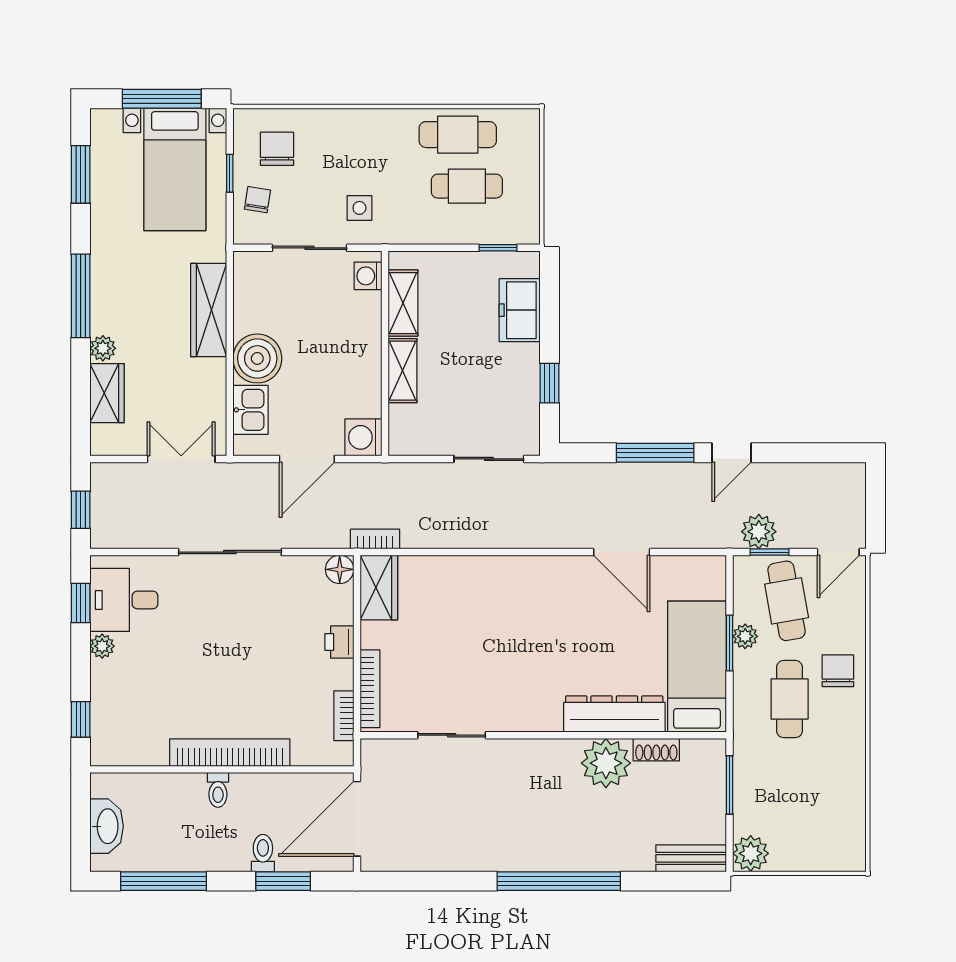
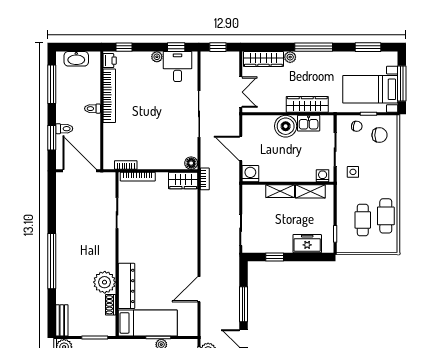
wardrobe: (107, 393) -> (263, 59), width x1.50
kitchen sink: (251, 410) -> (309, 123), moved
printer: (339, 642) -> (110, 61), moved, turned 90
bookcase: (230, 753) -> (109, 96), moved

